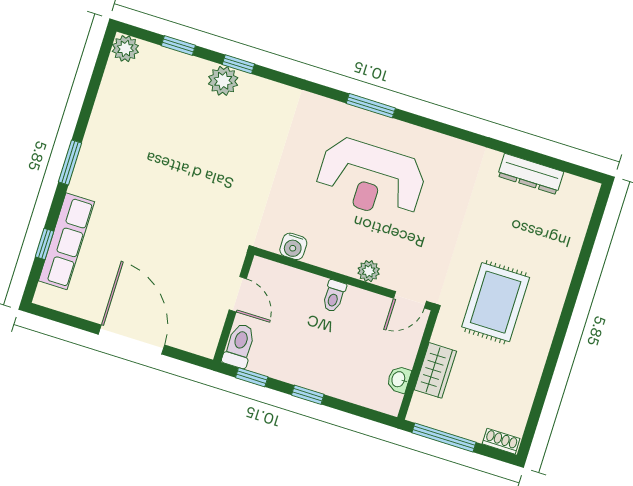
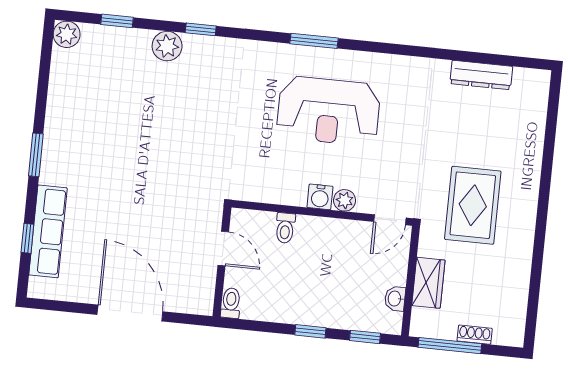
window: (238, 64) -> (201, 29), moved
water cooler: (293, 246) -> (320, 197), moved
toilet: (334, 296) -> (285, 228), moved
toilet: (239, 346) -> (231, 303), width x0.73, depth x0.72
window: (252, 377) -> (365, 337), moved
shoe rack: (501, 441) -> (475, 335), moved

